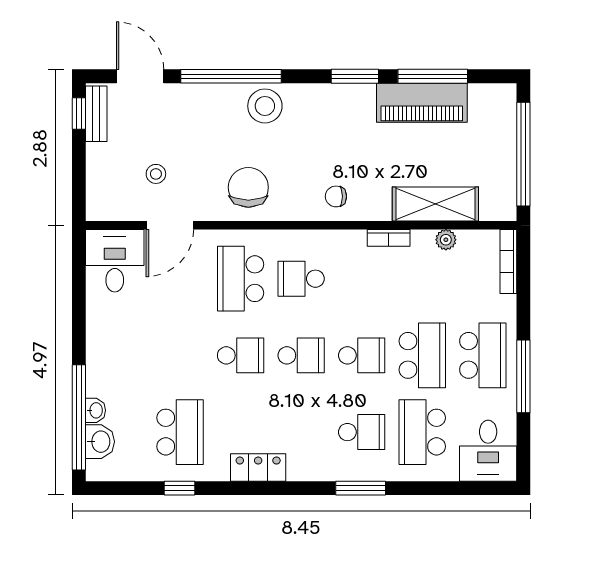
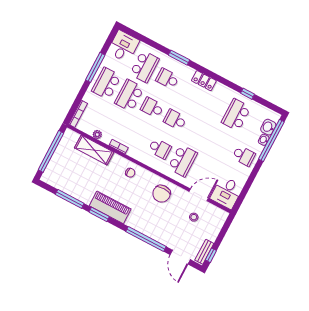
piano: (422, 103) -> (110, 207), moved
stool: (265, 106) -> (139, 221), removed
school desk: (241, 355) -> (244, 156), moved, turned 180
locker: (258, 467) -> (204, 81), moved

